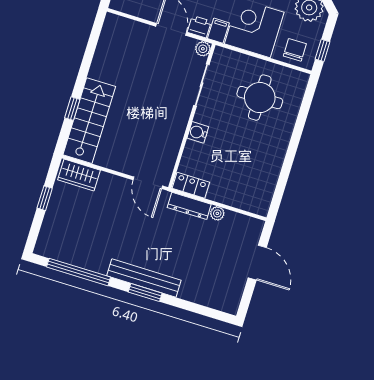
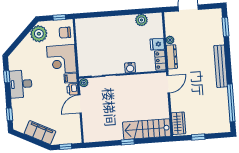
round table: (260, 98) -> (98, 41), removed
window: (72, 109) -> (128, 142), moved
plant: (267, 180) -> (141, 20), added
fridge: (219, 191) -> (157, 44), added
window: (145, 293) -> (226, 27), moved

